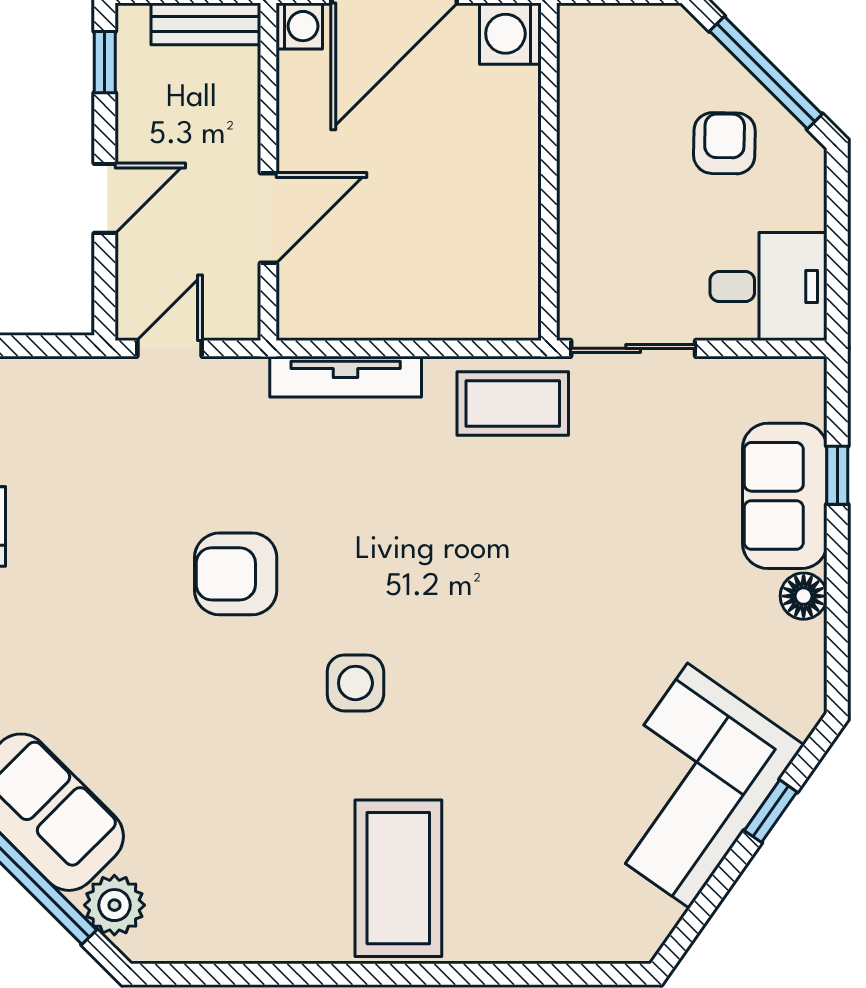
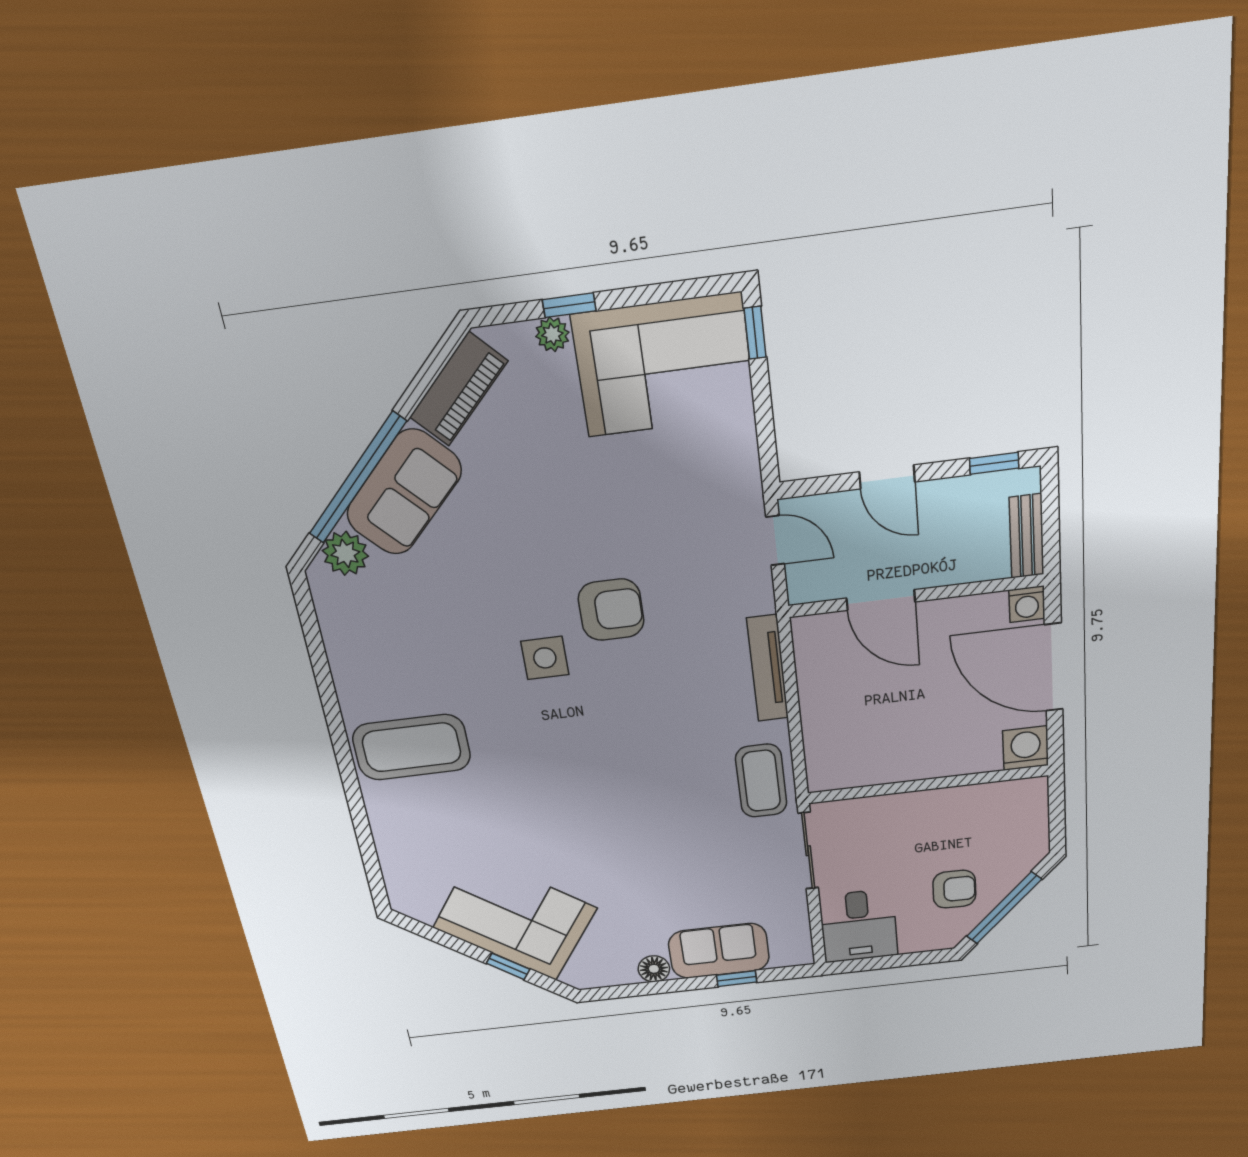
armchair: (236, 574) -> (611, 610), turned 90
side table: (355, 683) -> (545, 658), moved

